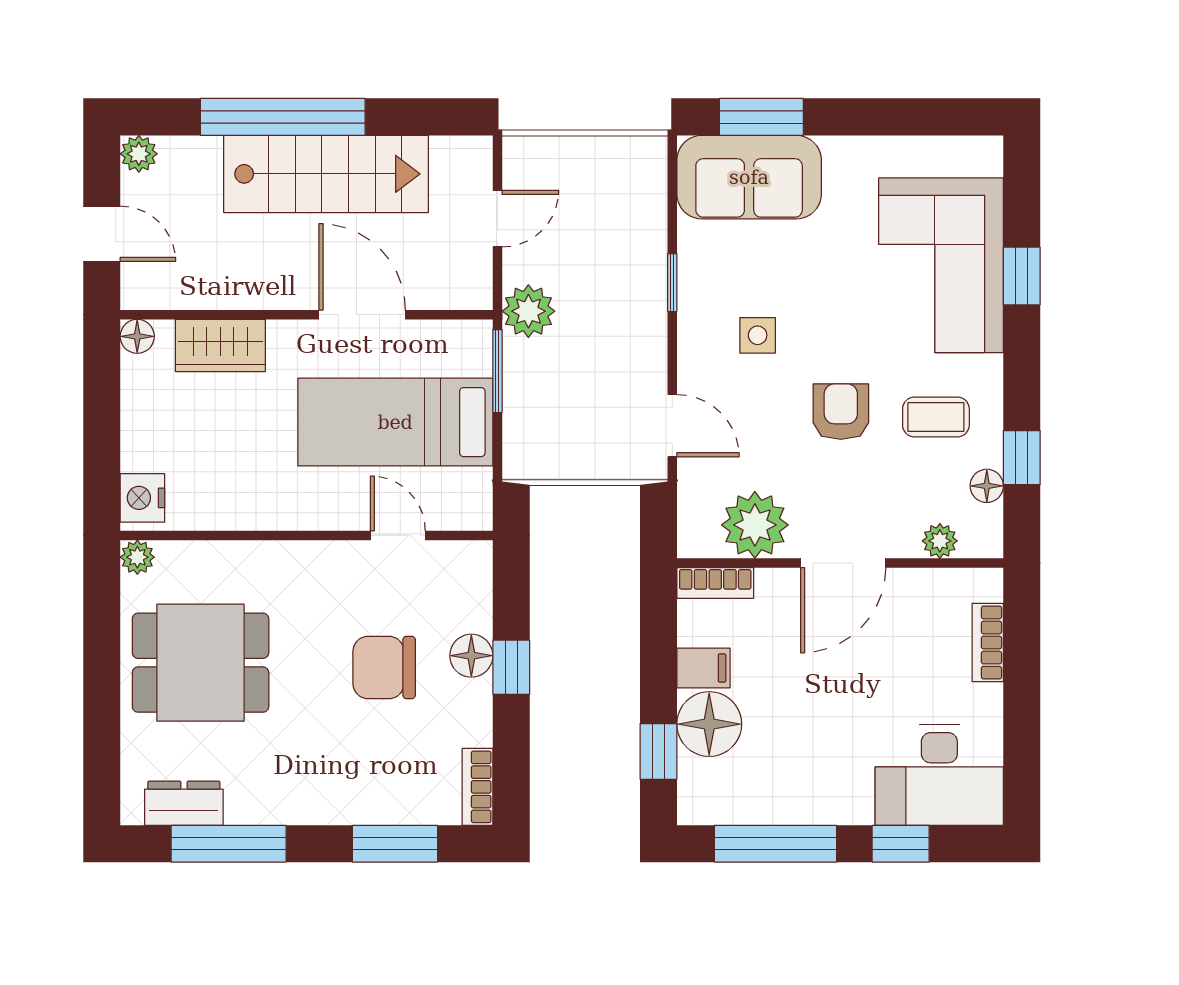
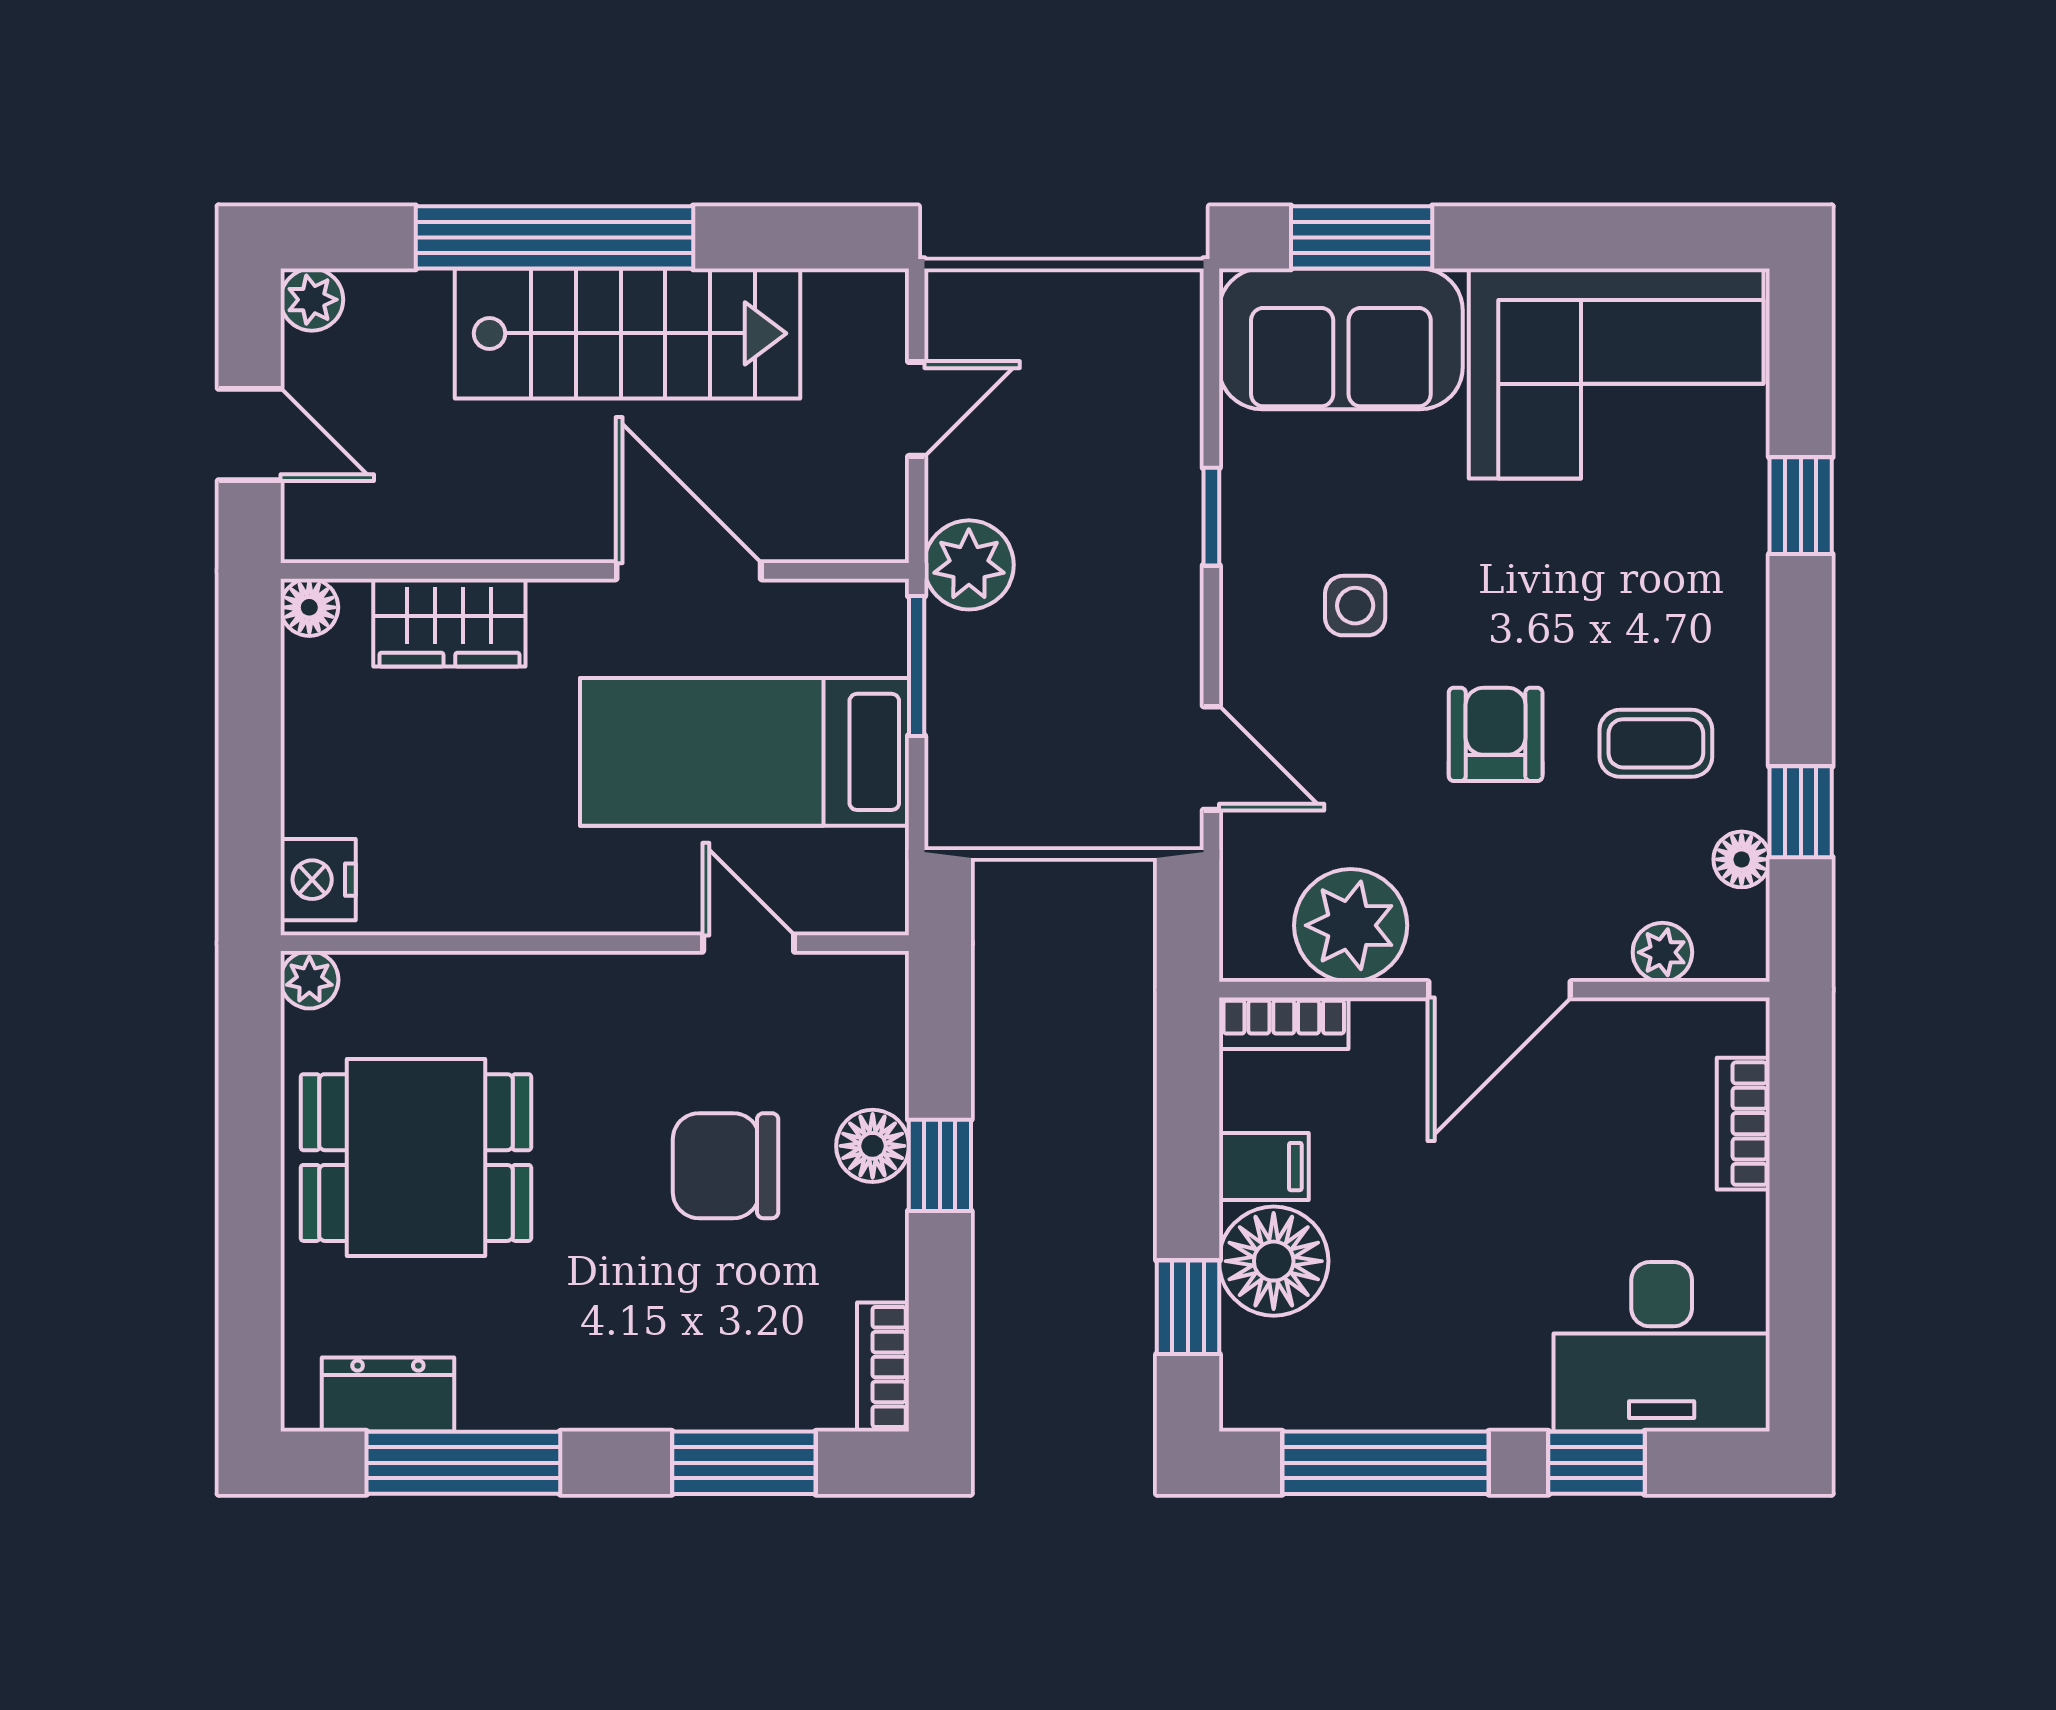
corner sofa: (941, 265) -> (1616, 373), moved, turned -90

